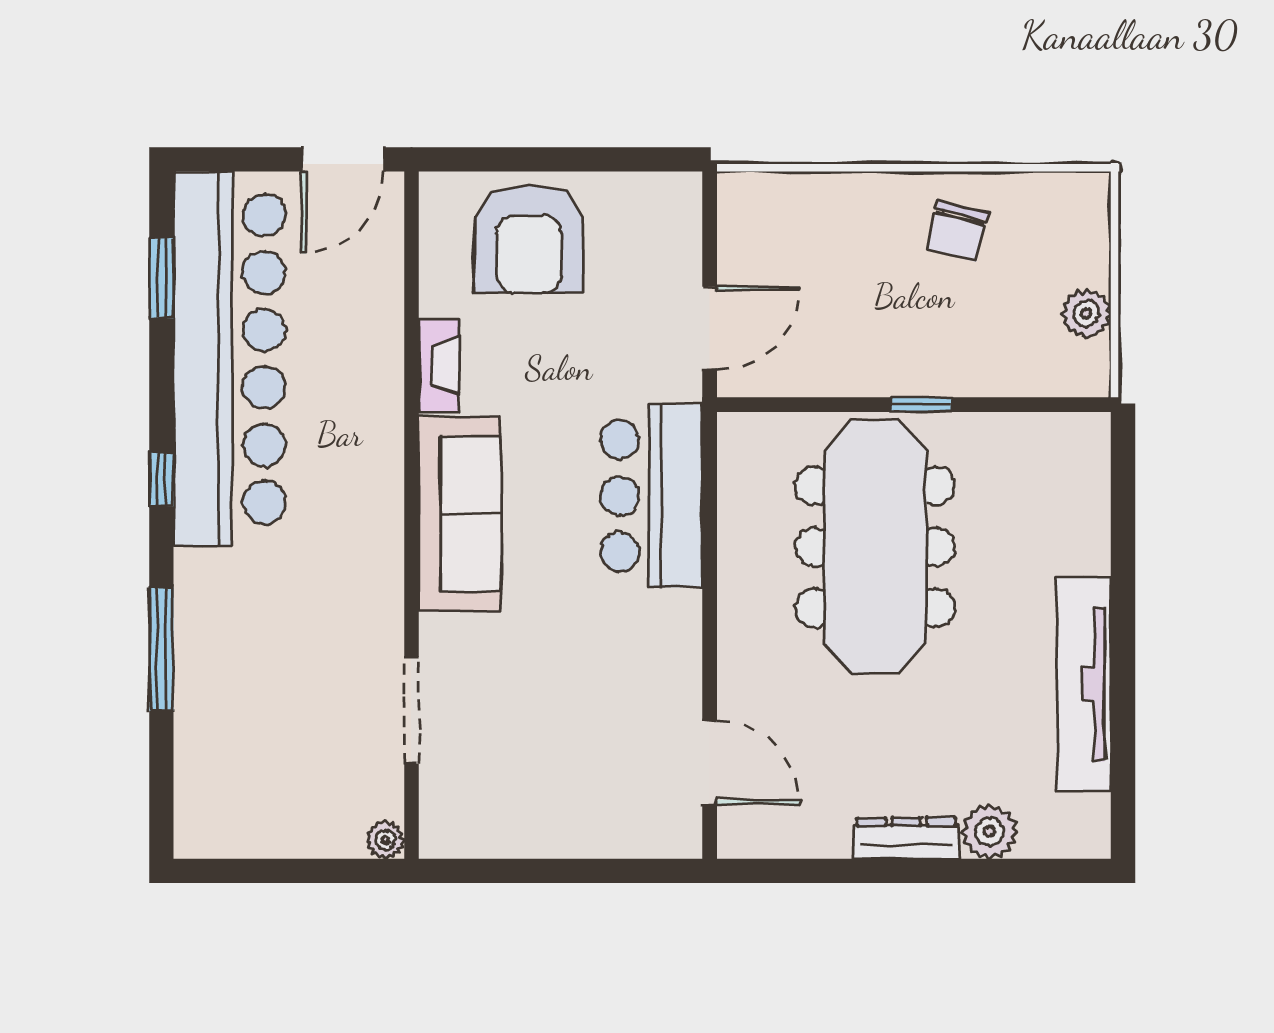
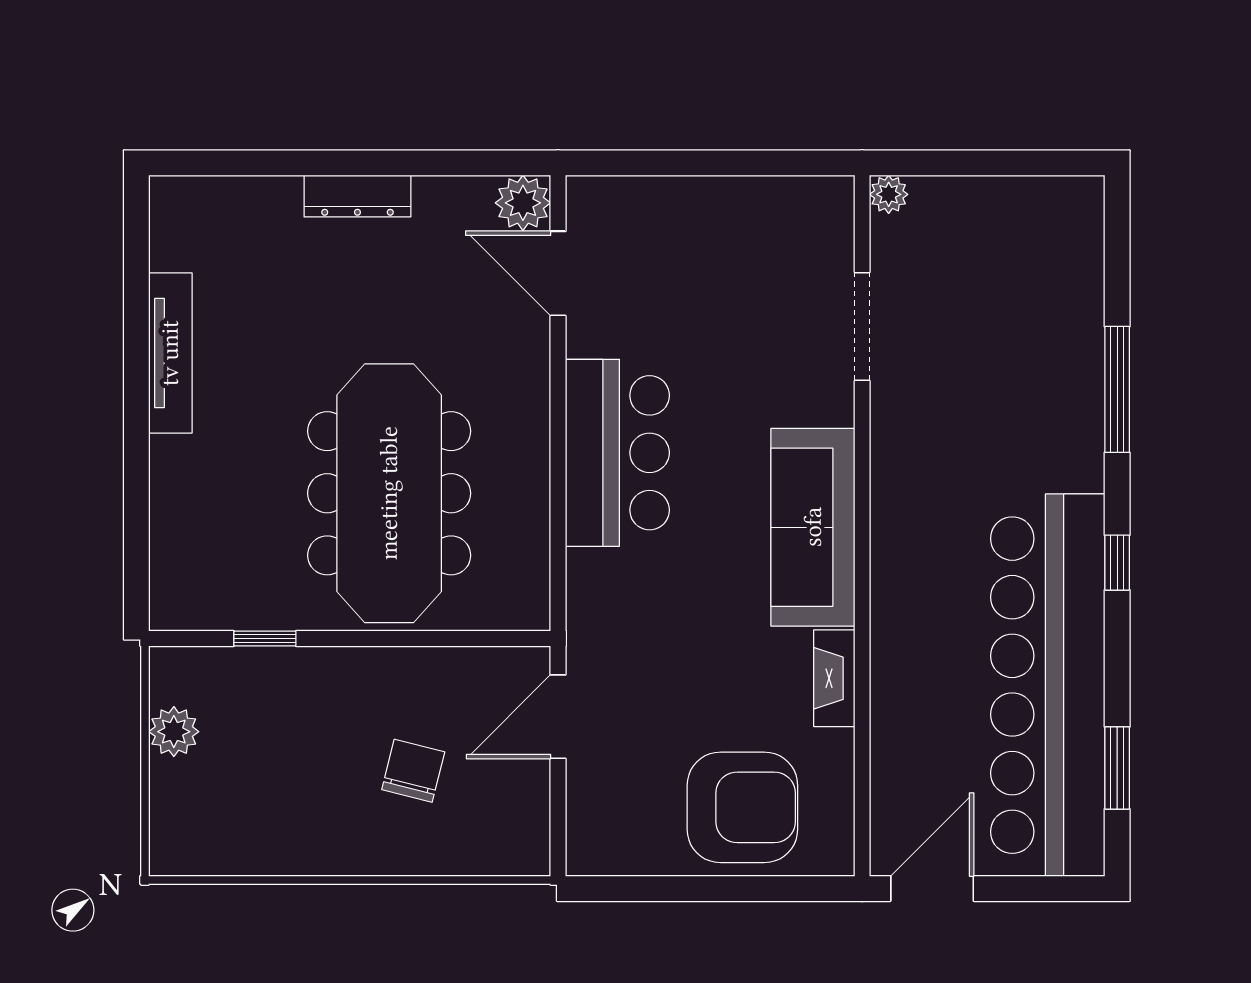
chair: (957, 231) -> (413, 771), moved
armchair: (529, 239) -> (742, 807), turned 90
window: (921, 405) -> (265, 639), moved
bar counter: (651, 496) -> (617, 453), moved
tv unit: (1084, 684) -> (170, 353), width x0.73, depth x0.78
plant: (990, 832) -> (523, 203), moved

